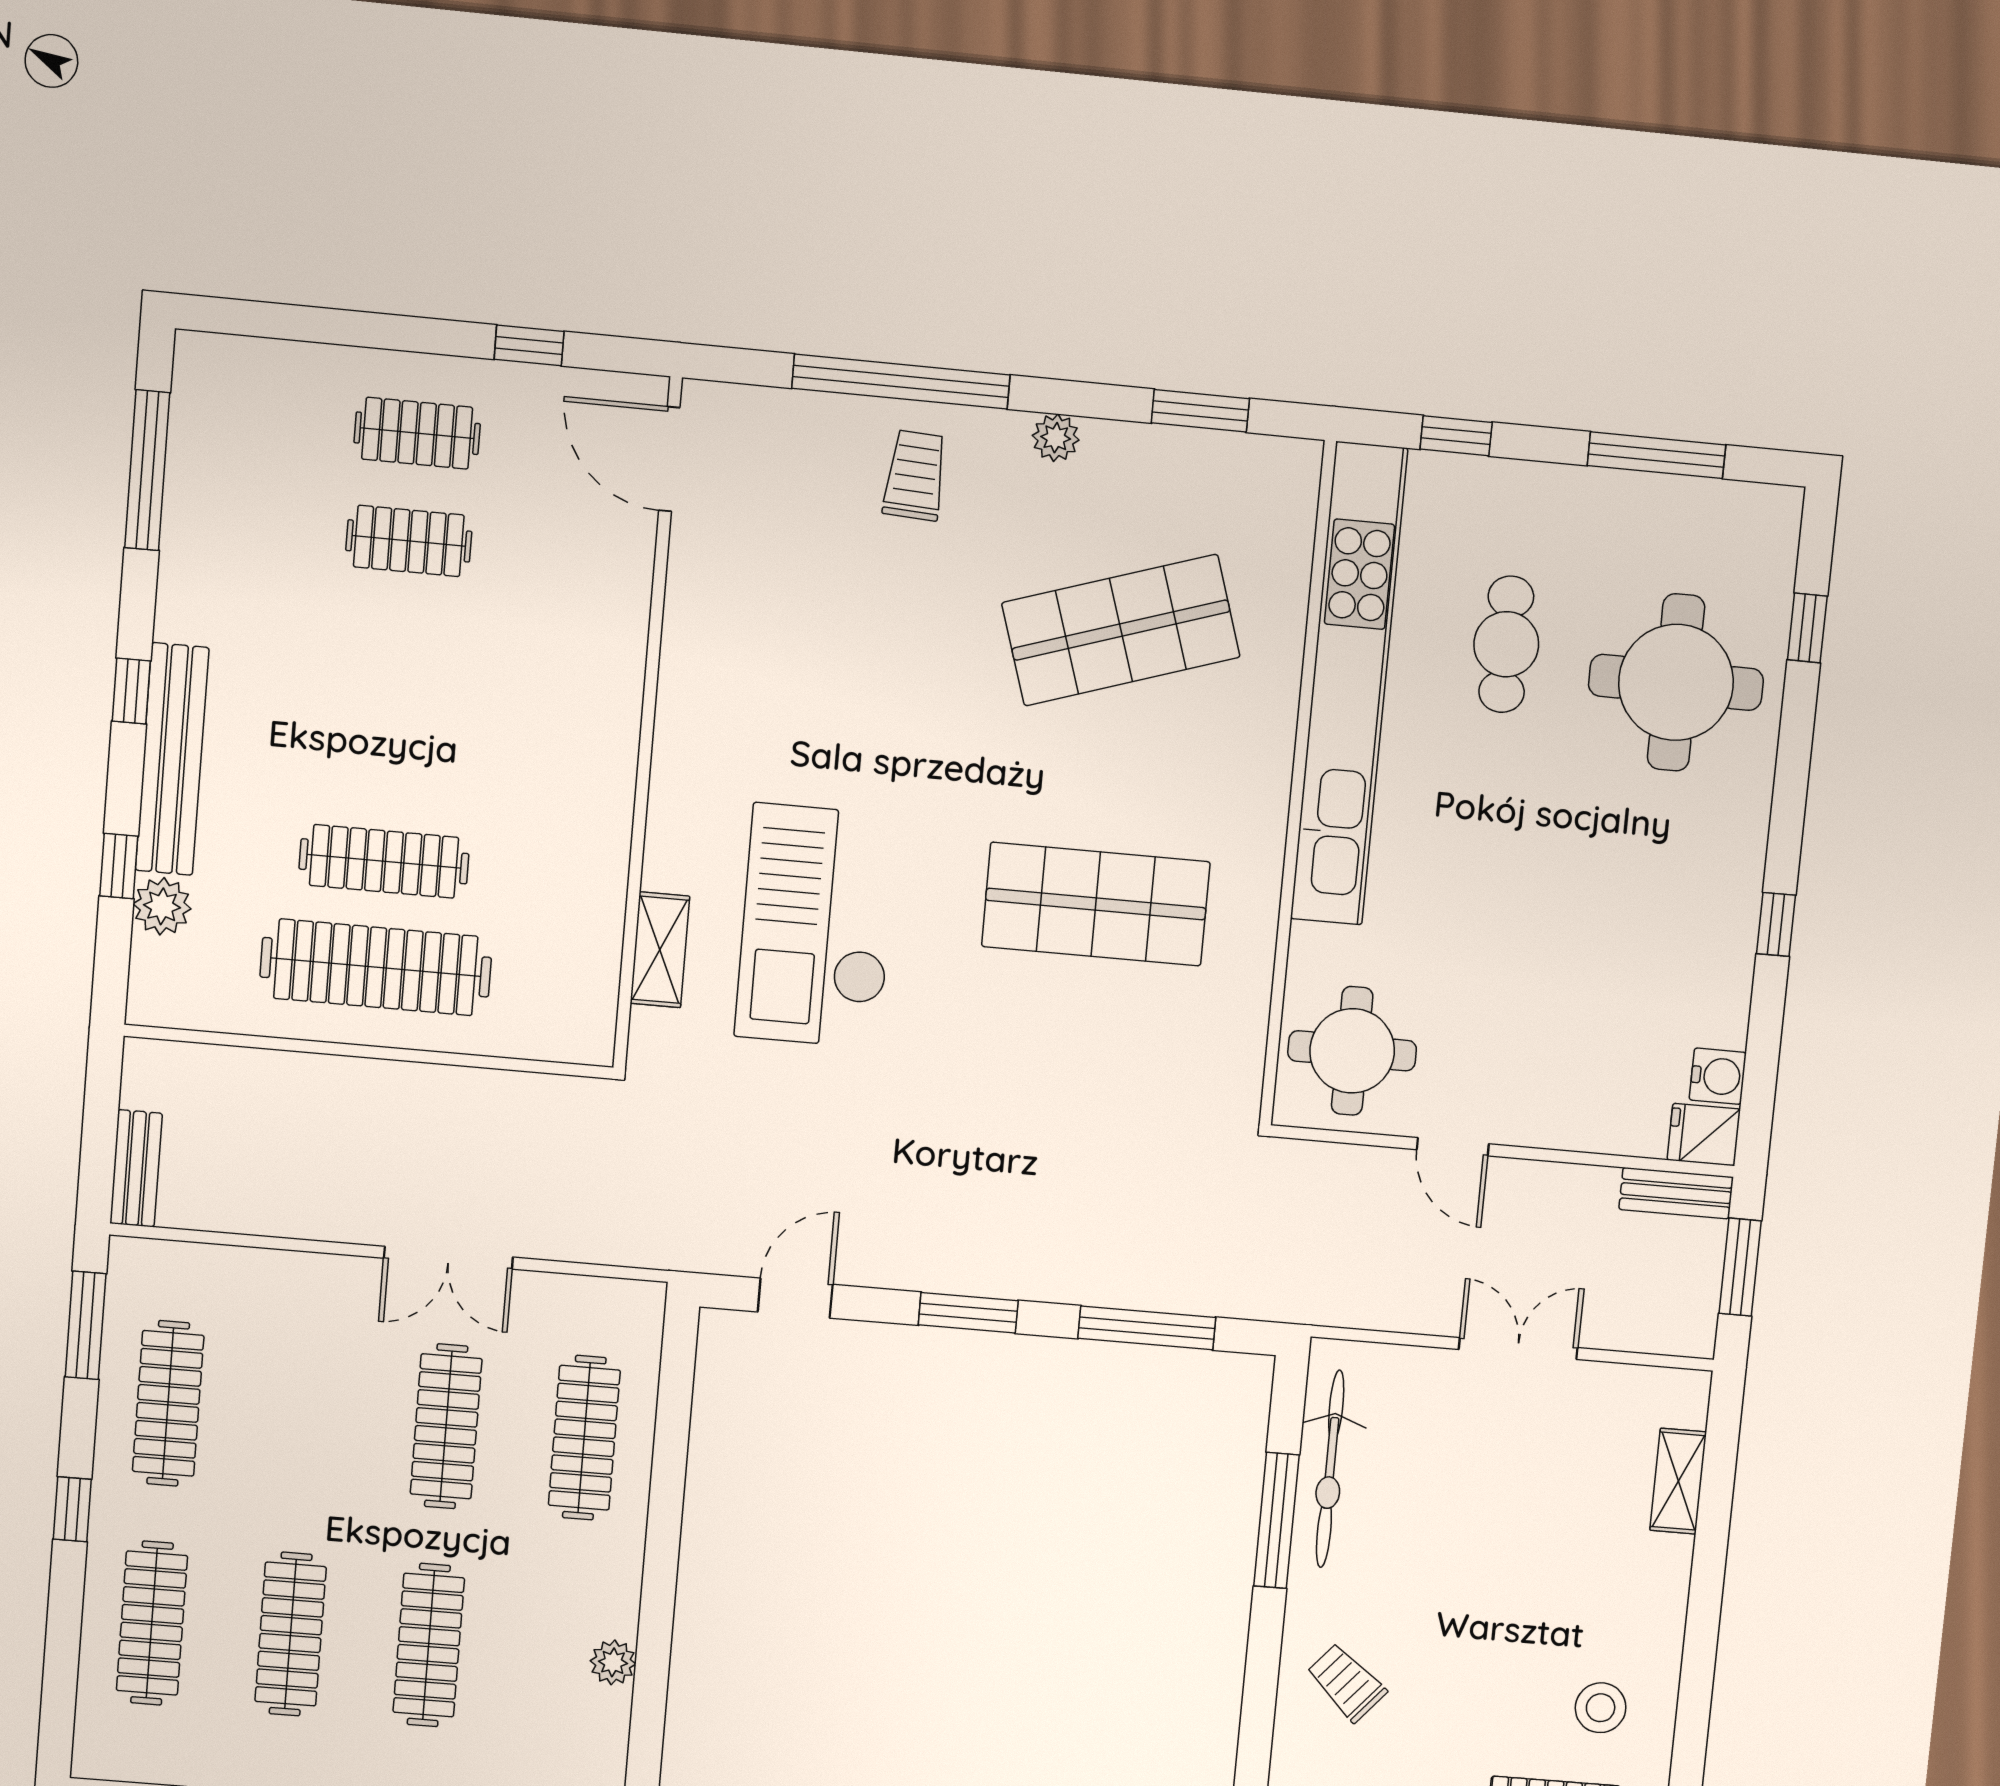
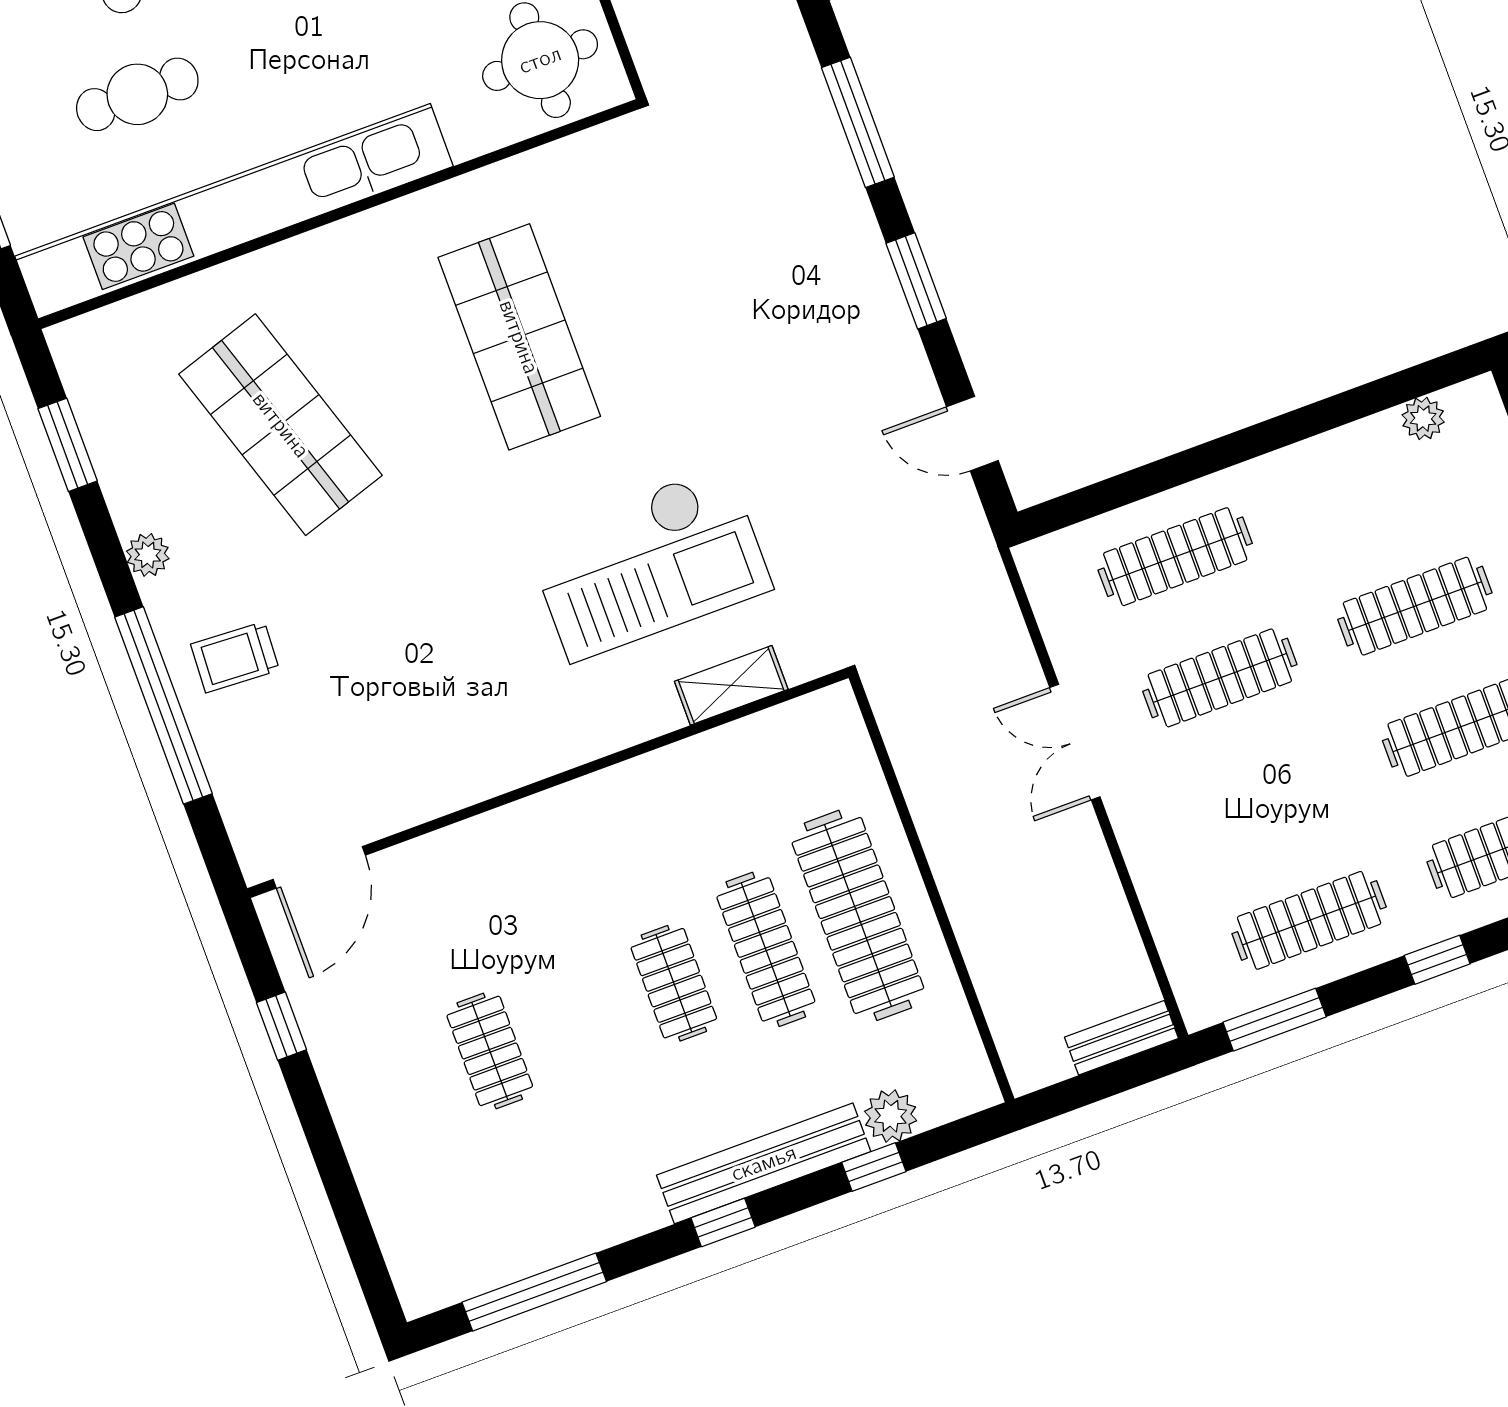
clothes rail: (417, 433) -> (674, 983), moved
double door: (448, 1258) -> (1075, 742), swing flipped
plant: (613, 1662) -> (1423, 418), moved

